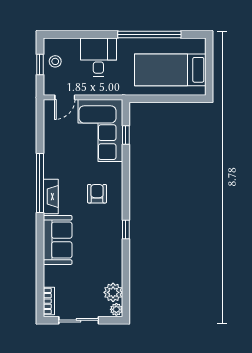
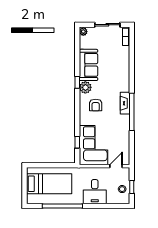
sofa: (58, 240) -> (88, 65), moved, turned 180
plant: (113, 292) -> (85, 87), moved

